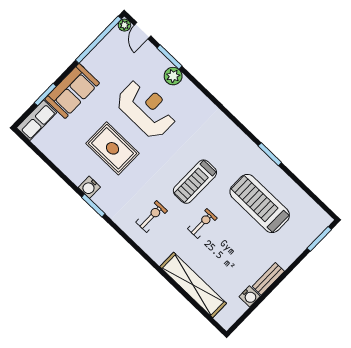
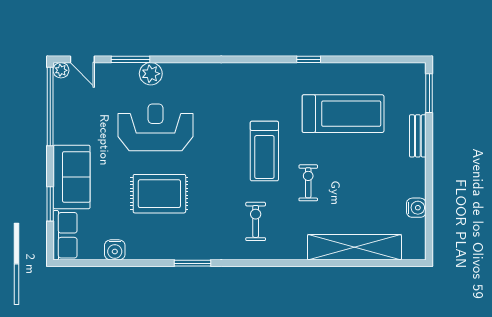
window: (270, 154) -> (309, 59), width x0.67
water cooler: (89, 187) -> (115, 250), moved
treadmill: (260, 204) -> (343, 114), turned 180
bench: (268, 279) -> (418, 136), moved

